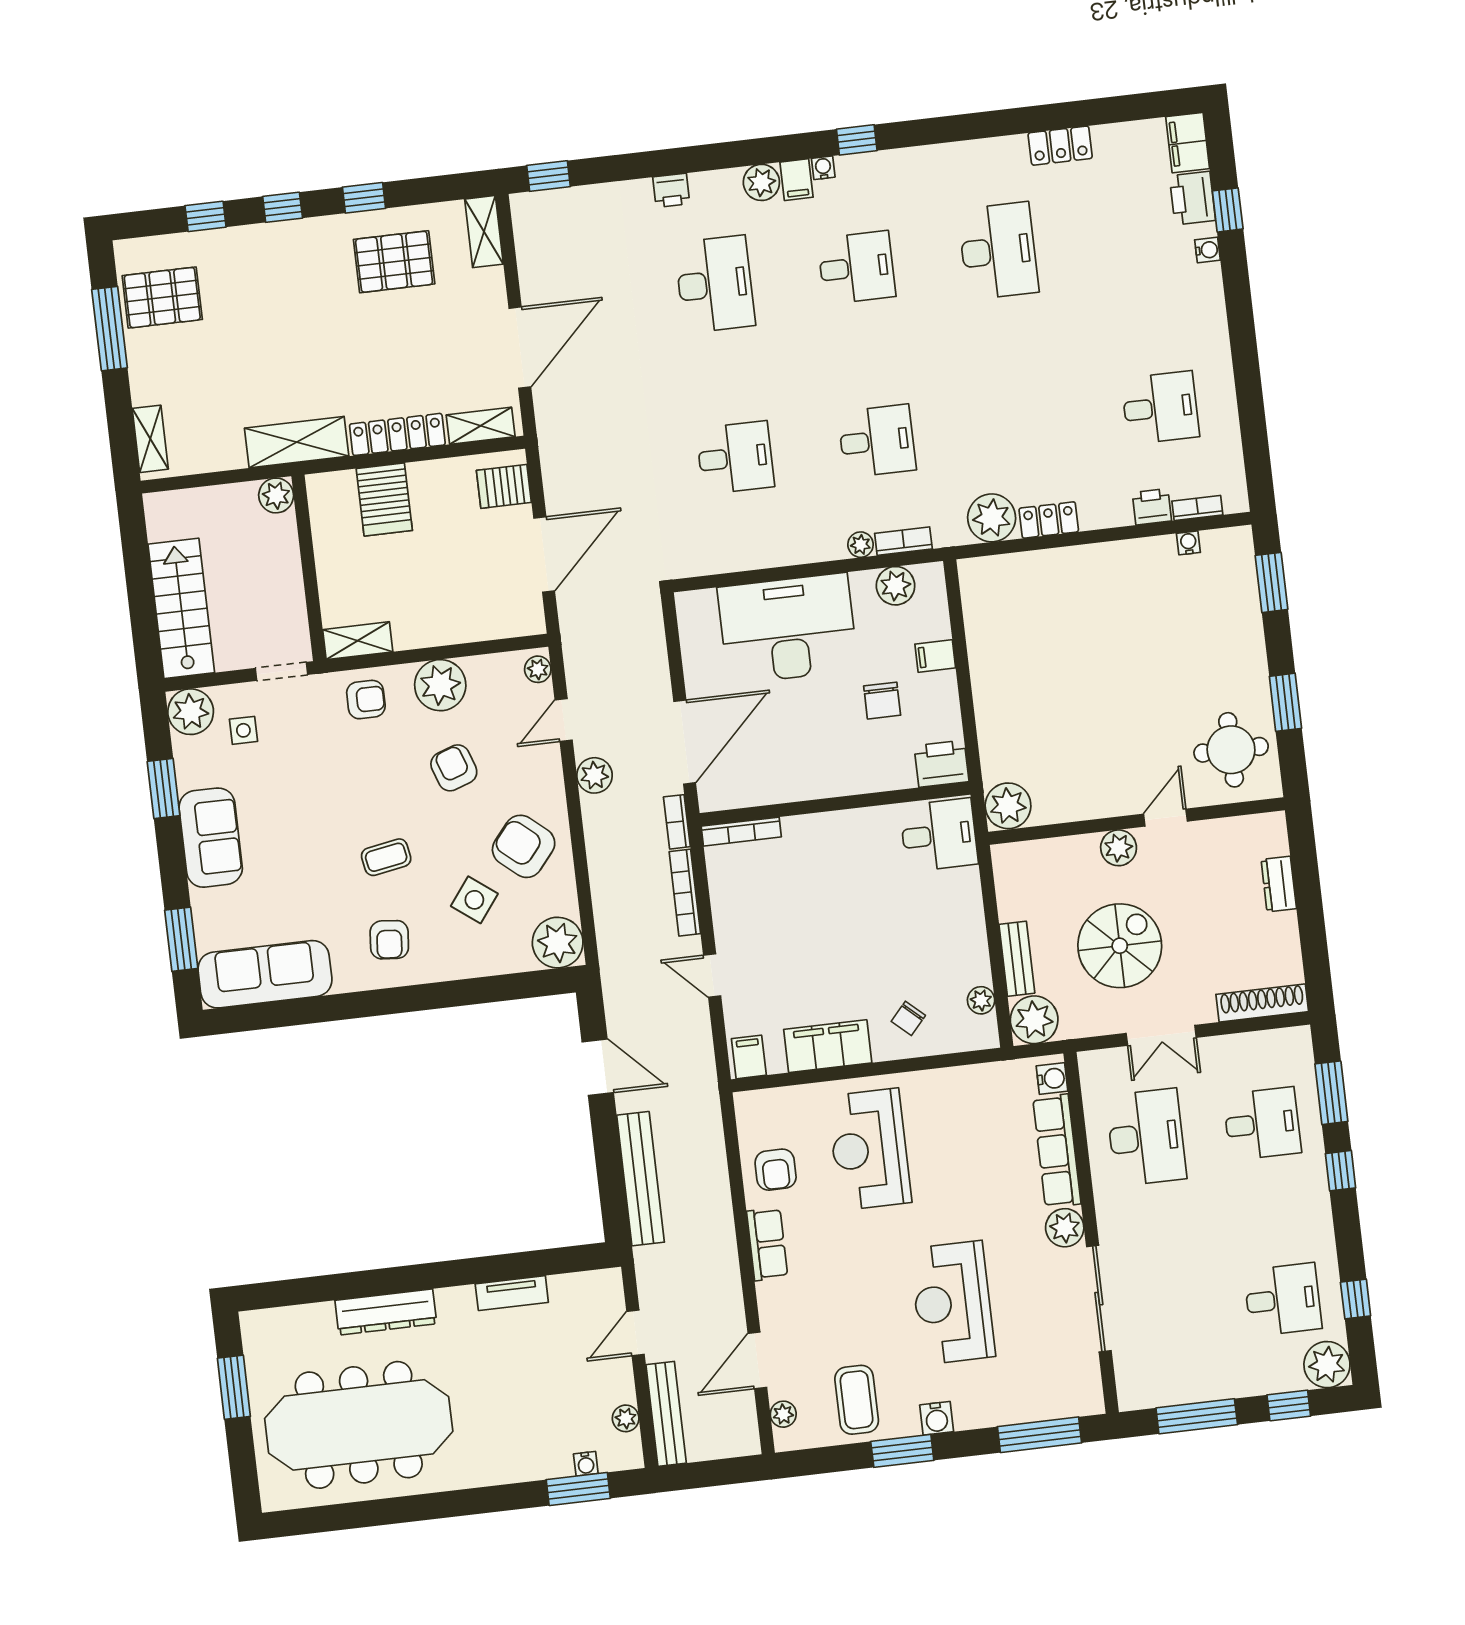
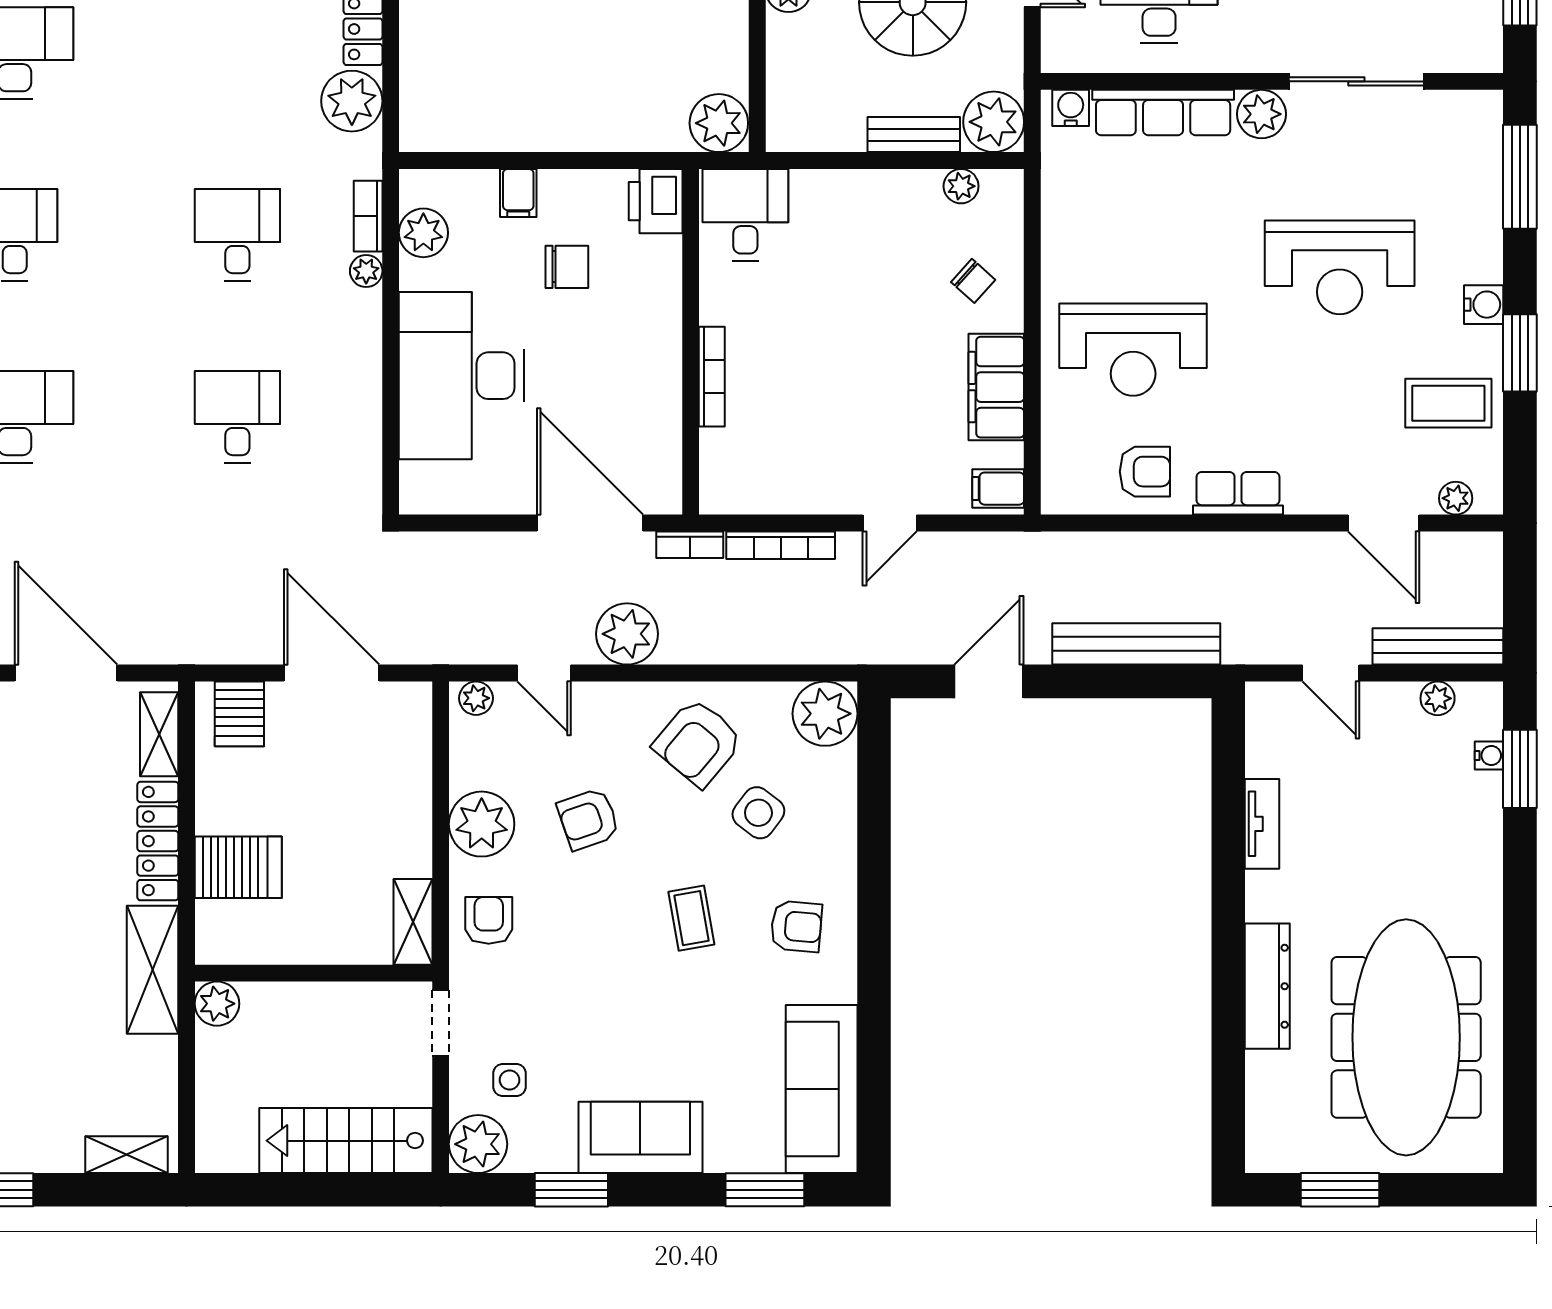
plant: (594, 775) -> (627, 634), width x1.36, depth x1.36
bookcase: (741, 832) -> (712, 377), moved

